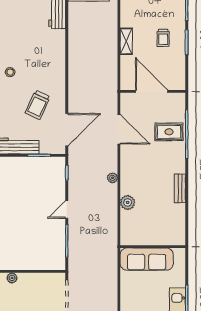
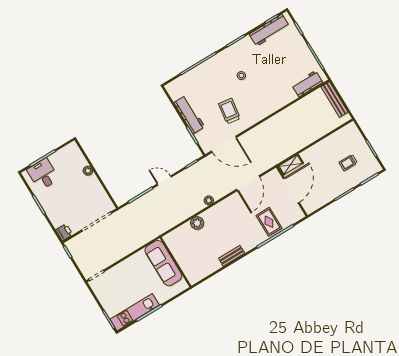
trolley: (163, 38) -> (348, 163), moved
shelving: (126, 41) -> (291, 165), moved
trolley: (38, 105) -> (229, 111), turned 73

